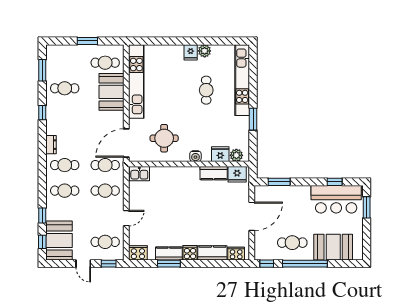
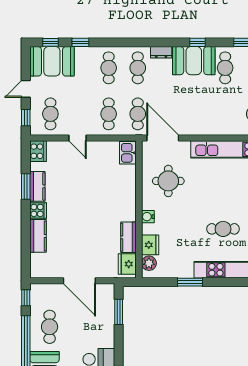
booth: (112, 92) -> (194, 61), moved
cooker: (236, 254) -> (37, 263), removed

